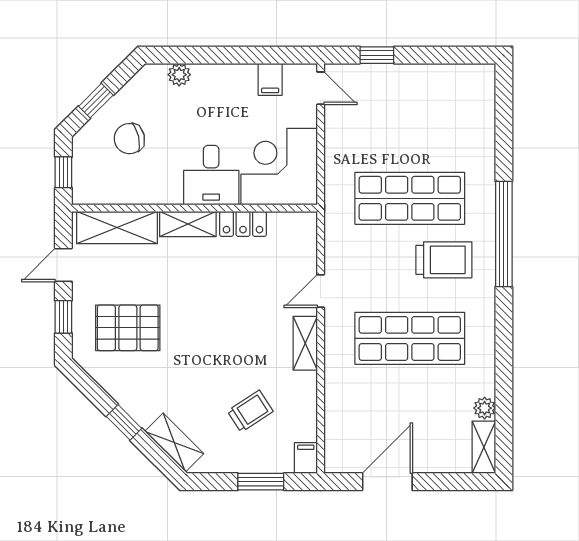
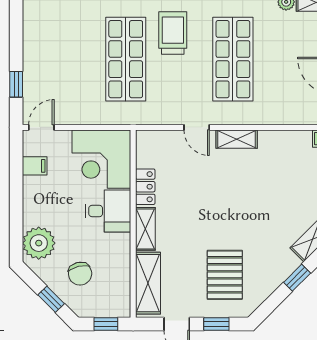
plant: (179, 75) -> (39, 243), width x1.88, depth x1.88
trolley: (250, 411) -> (289, 181), removed

